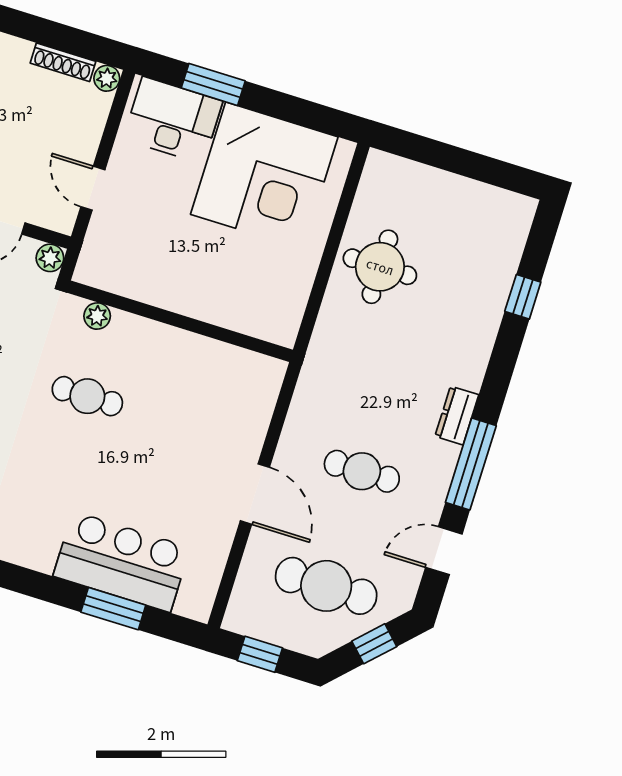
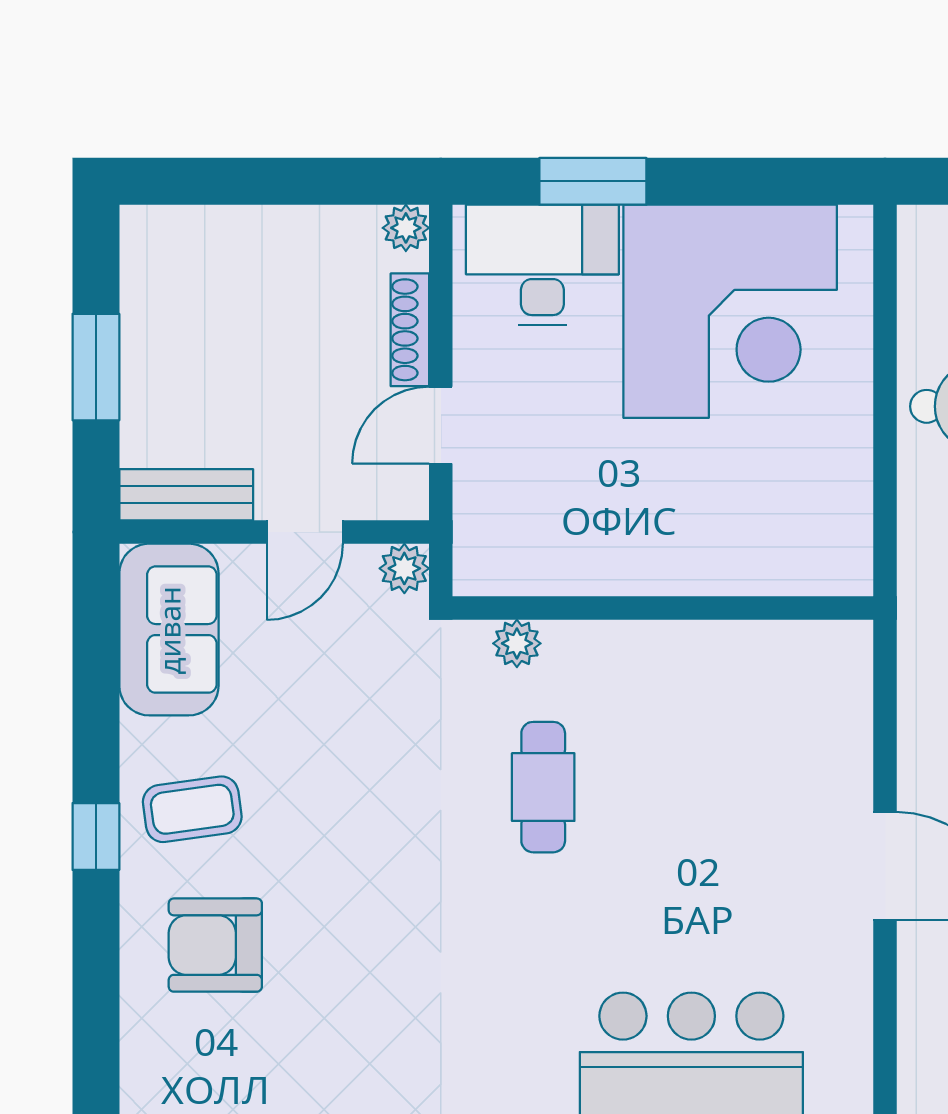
shoe rack: (63, 62) -> (410, 330), moved, turned 90
door: (93, 188) -> (441, 425), hinge flipped
cafe table: (87, 396) -> (543, 787), turned 90

